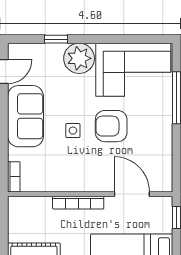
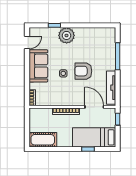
corner sofa: (133, 70) -> (95, 41), removed
tv unit: (164, 158) -> (111, 88), added

